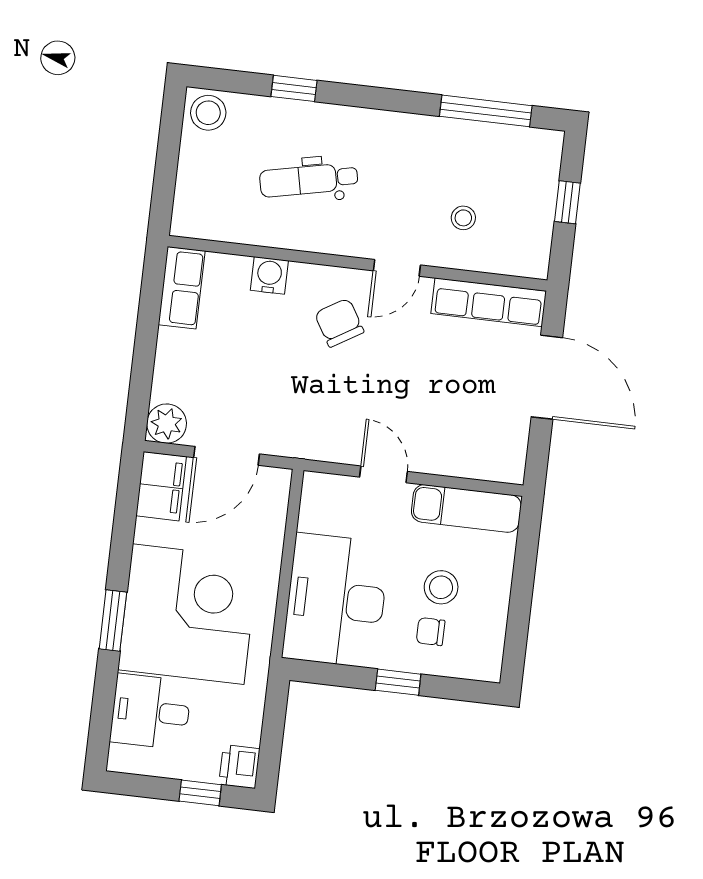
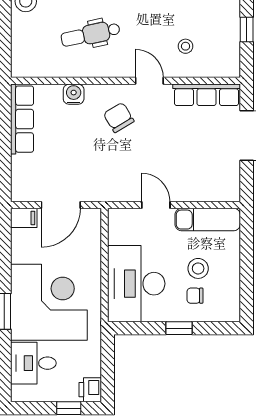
door: (397, 268) -> (149, 81), swing flipped
row of seats: (182, 288) -> (22, 119), width x1.48
plant: (167, 424) -> (23, 190), removed
filing cabinet: (161, 486) -> (24, 218), width x0.50

